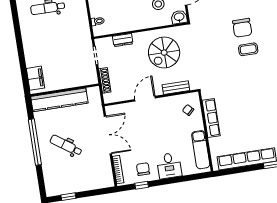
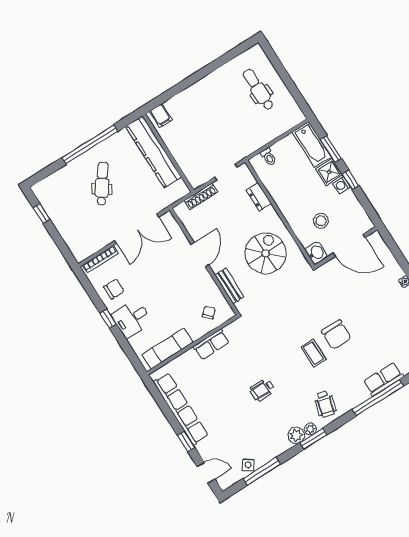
chair: (242, 28) -> (336, 335), turned -90
spiral stairs: (164, 53) -> (266, 253), turned 90
filing cabinet: (35, 78) -> (161, 116), width x0.50
wheelchair: (258, 96) -> (262, 390), added
door: (145, 99) -> (200, 255), hinge flipped
row of seats: (211, 118) -> (211, 344), width x0.68
window: (142, 185) -> (108, 319), moved

